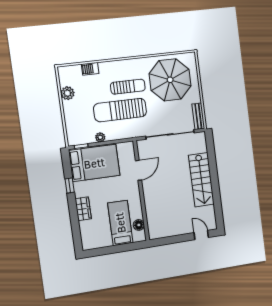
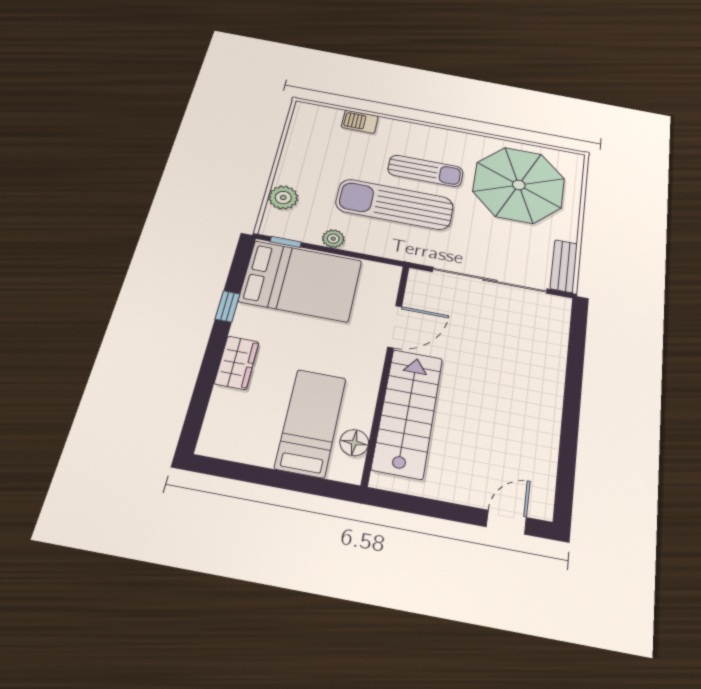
plant: (67, 93) -> (283, 198), moved
stairs: (201, 180) -> (408, 413), moved, turned 180
door: (201, 235) -> (506, 522), hinge flipped

